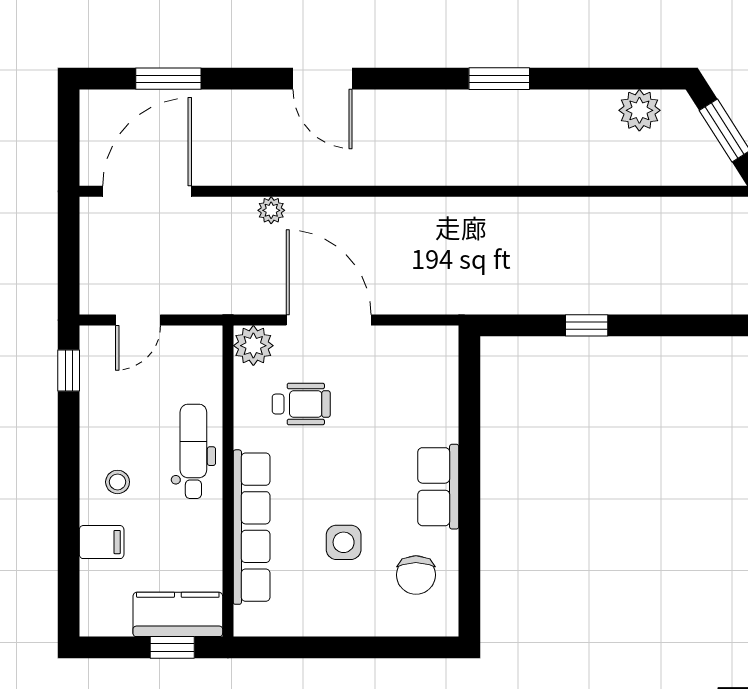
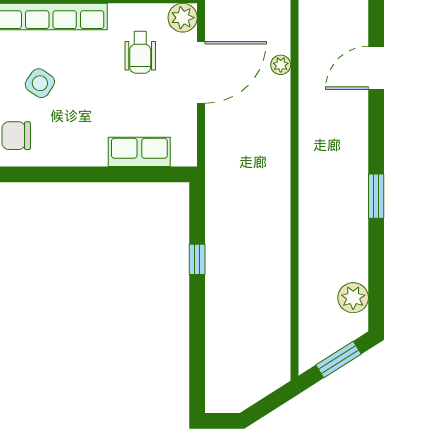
plant: (271, 210) -> (281, 65), moved
row of seats: (438, 487) -> (139, 152), moved
side table: (344, 542) -> (40, 83), turned 34

